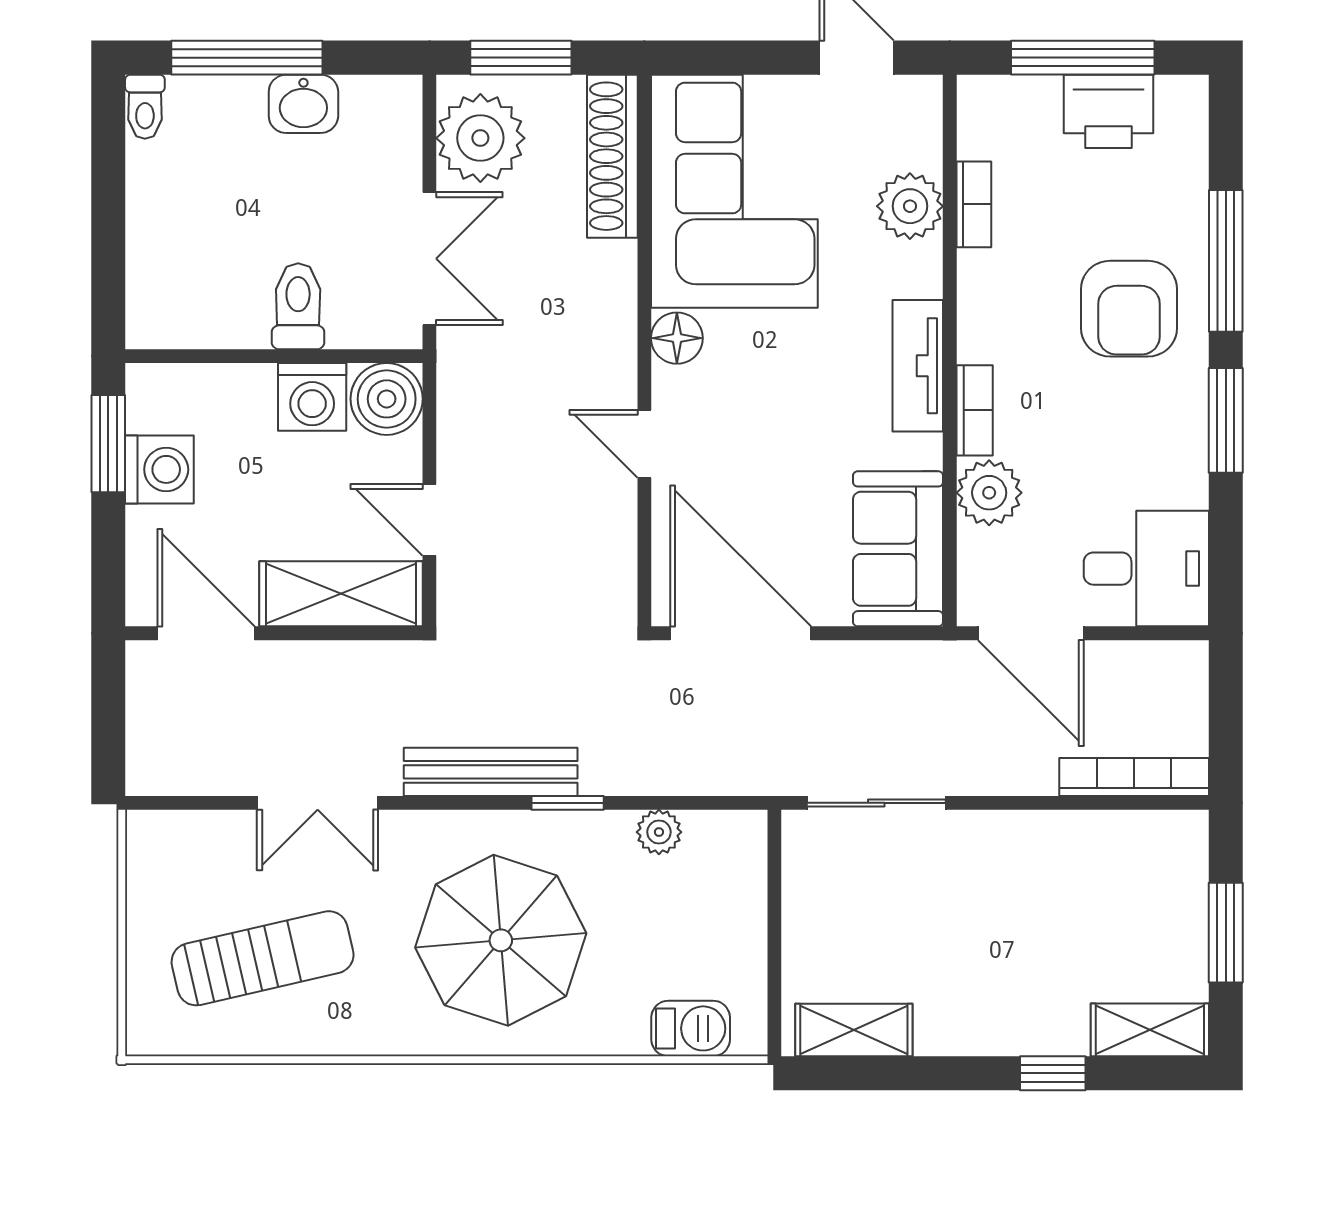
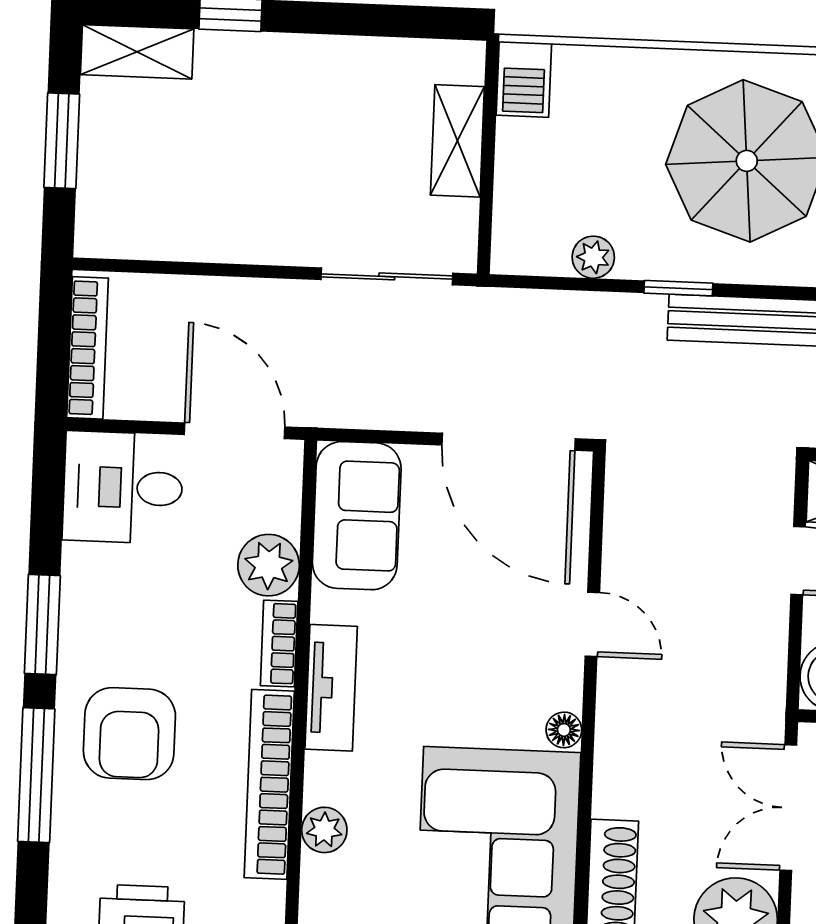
bookcase: (974, 204) -> (269, 784), width x2.31, depth x1.31
plant: (910, 206) -> (324, 830), width x0.73, depth x0.73
armchair: (1129, 309) -> (129, 734), turned 180
floor lamp: (677, 338) -> (564, 730), width x0.73, depth x0.73
bookcase: (1134, 777) -> (88, 348), moved, turned -90
barbecue: (691, 1028) -> (524, 79), moved, turned -90
shelving: (854, 1030) -> (457, 141), moved, turned 90

